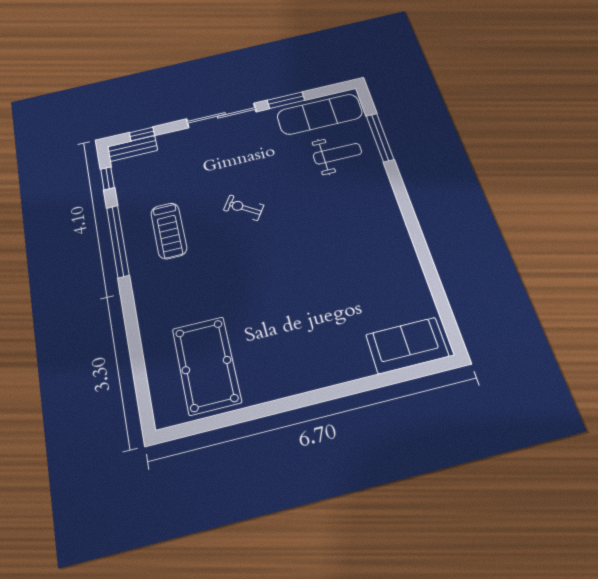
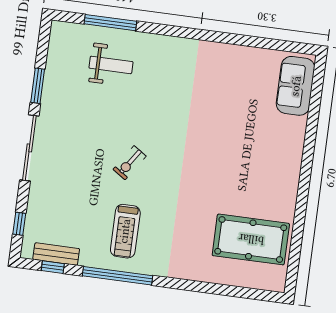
exercise mat: (320, 114) -> (65, 63), removed
bench: (132, 148) -> (56, 254), moved, turned 90
weight bench: (337, 154) -> (111, 65), turned 90
treadmill: (169, 231) -> (125, 231), turned 90

